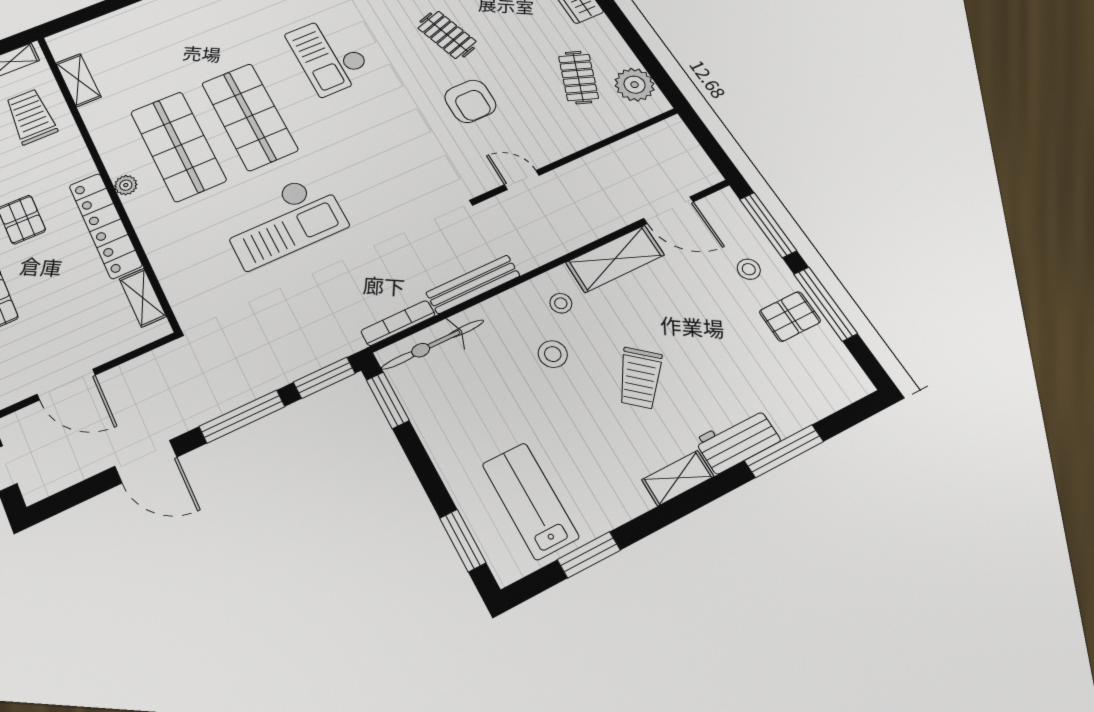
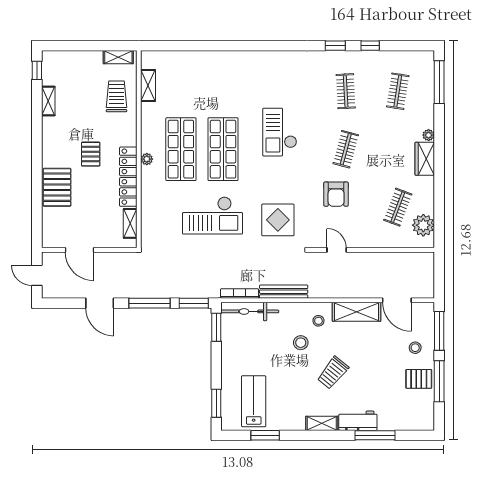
clothes rail: (447, 35) -> (346, 149), turned 33
display table: (398, 179) -> (278, 220), added

